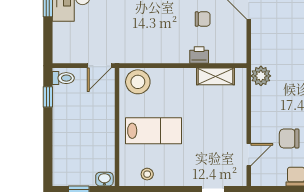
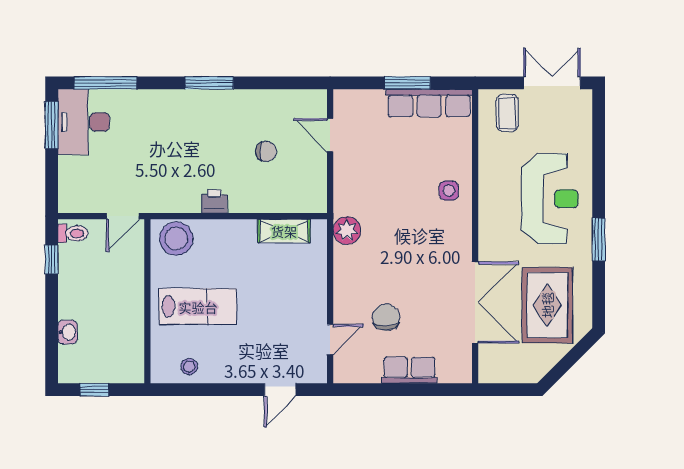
printer: (199, 55) -> (214, 202), moved
chair: (289, 138) -> (386, 317), turned 90
washbasin: (104, 179) -> (68, 332), moved, turned 90

